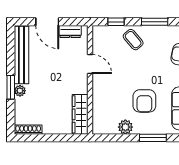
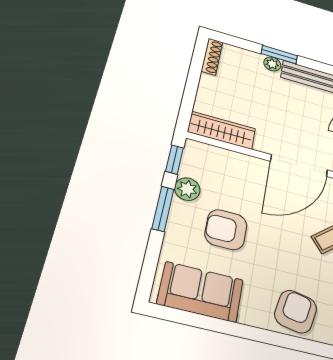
door: (90, 64) -> (299, 166), width x1.88
window: (109, 138) -> (174, 160), added
window: (153, 138) -> (163, 209), moved

